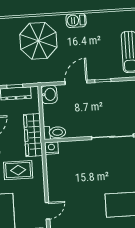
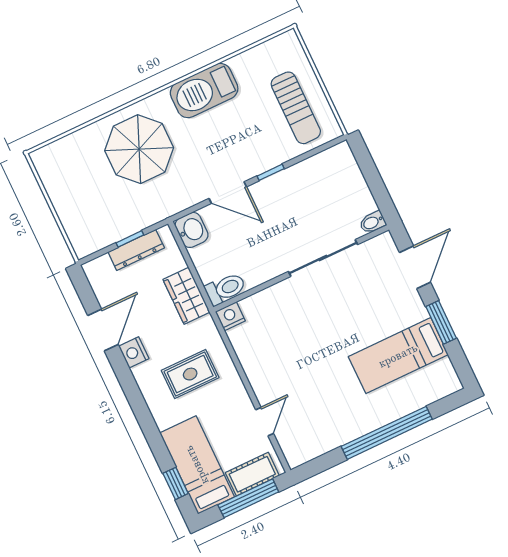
barbecue: (76, 20) -> (204, 91), width x1.88, depth x1.53
door: (76, 82) -> (228, 193), swing flipped
wardrobe: (33, 135) -> (187, 296), width x0.67

